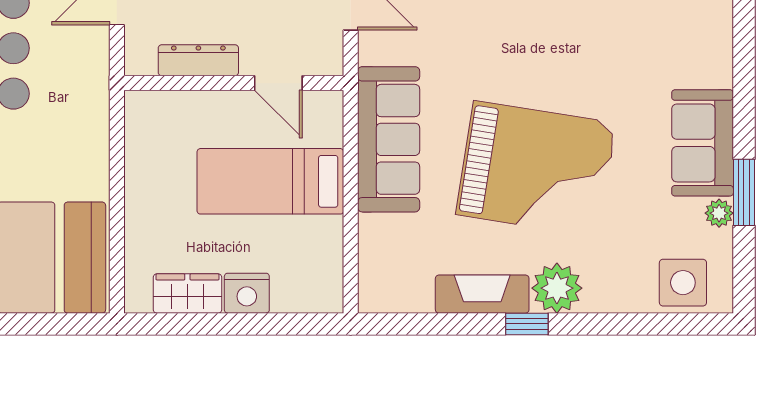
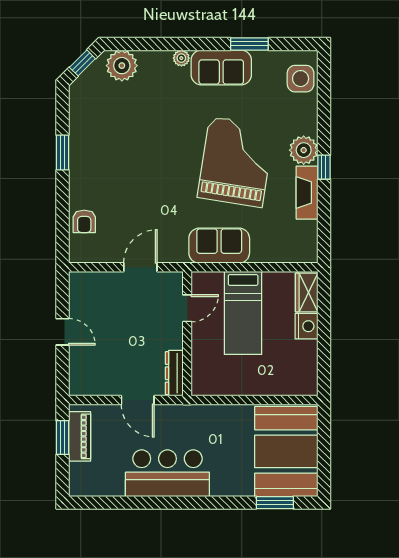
dresser: (198, 60) -> (174, 373), moved
sofa: (389, 139) -> (219, 246), width x0.73
plant: (719, 213) -> (181, 58), moved
wardrobe: (187, 294) -> (307, 292), moved

